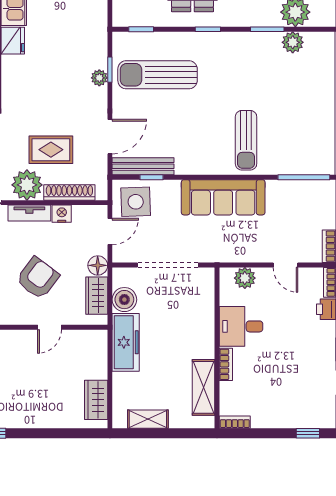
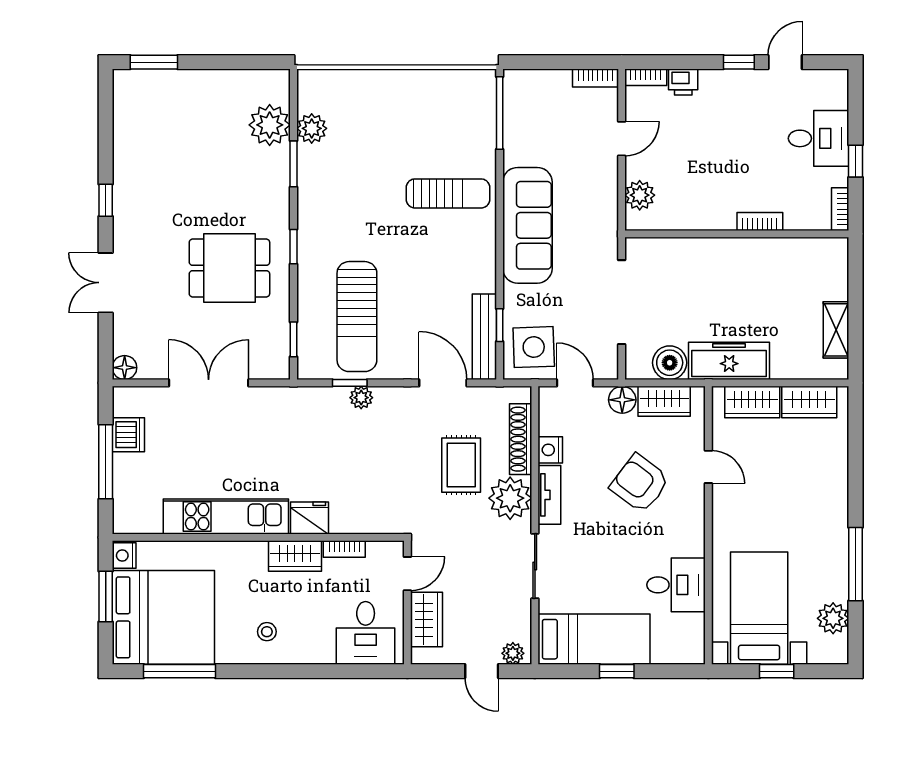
desk: (241, 326) -> (819, 138), moved, turned -90
wardrobe: (96, 359) -> (752, 402), added
shelving: (203, 387) -> (792, 253), removed
window: (308, 433) -> (856, 161), moved

